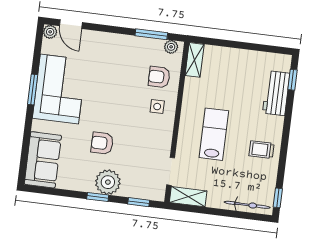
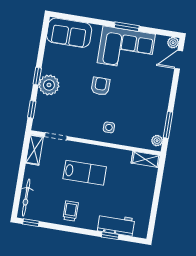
armchair: (159, 77) -> (133, 130), removed
window: (292, 80) -> (110, 236), moved
armchair: (102, 143) -> (100, 86), moved

